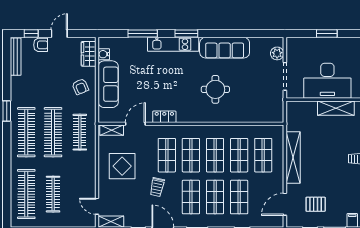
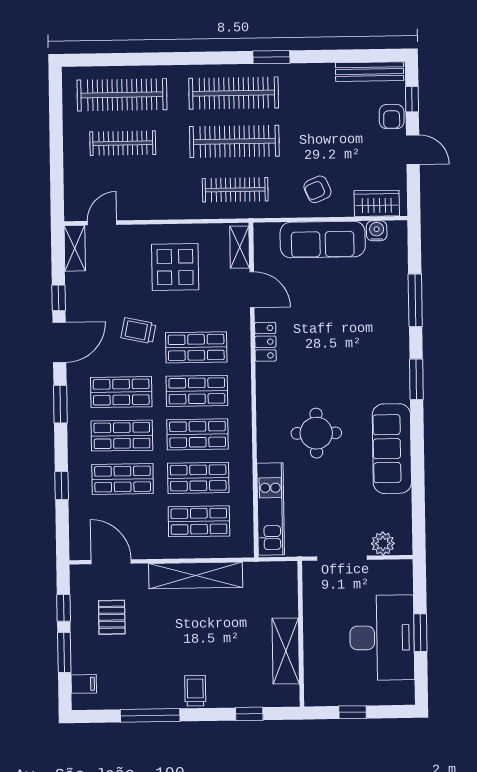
kitchen unit: (173, 44) -> (271, 509), moved, turned 180
desk: (327, 81) -> (382, 638), moved, turned 180

